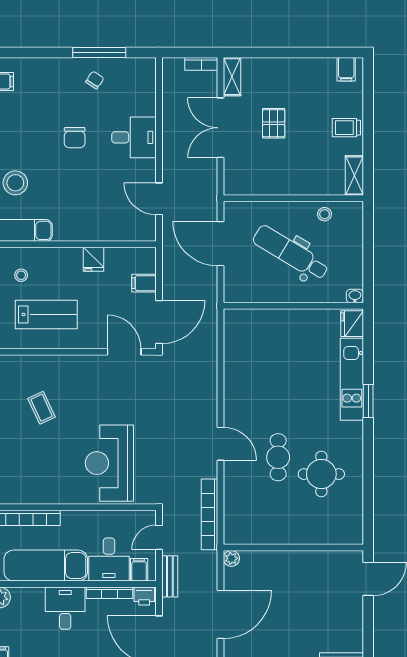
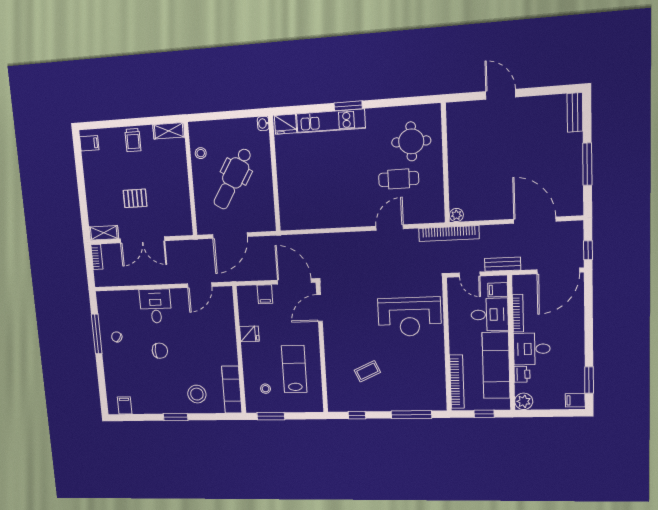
wall: (293, 548) -> (445, 163), moved
plant: (231, 558) -> (456, 215), moved
printer: (144, 596) -> (522, 374), moved

